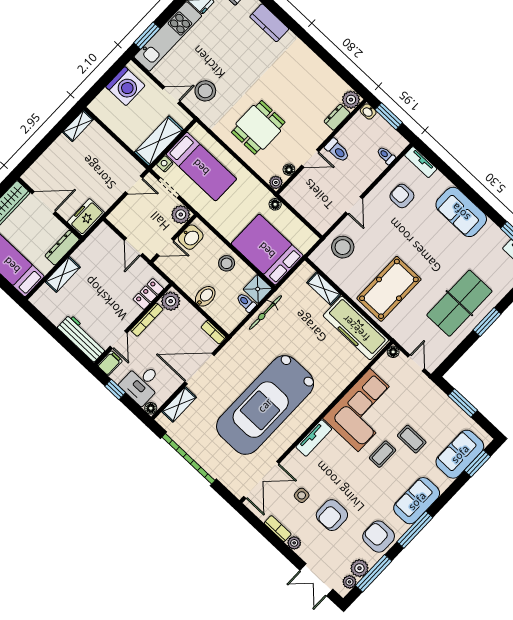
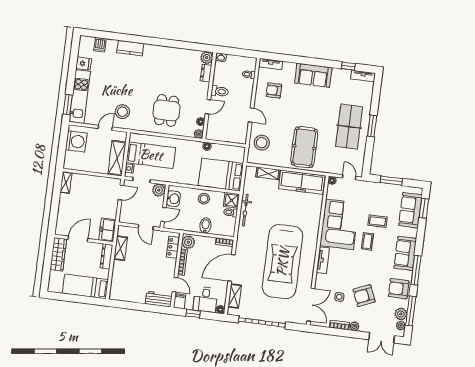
window: (389, 116) -> (234, 52), removed
shelving: (63, 274) -> (121, 248), moved
workbench: (82, 338) -> (159, 299), width x0.73
armchair: (332, 515) -> (364, 296), turned 67

